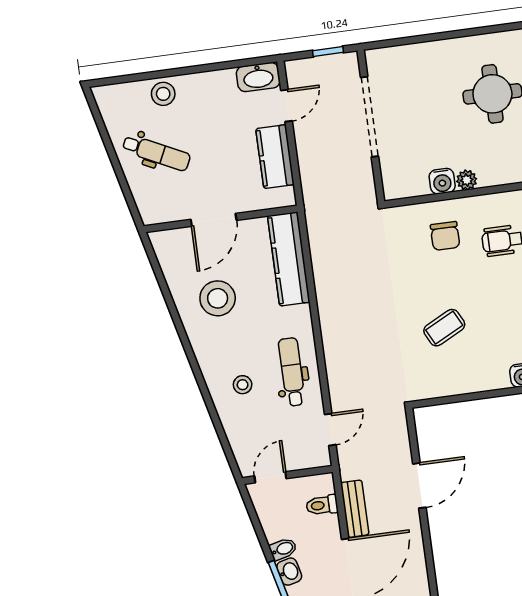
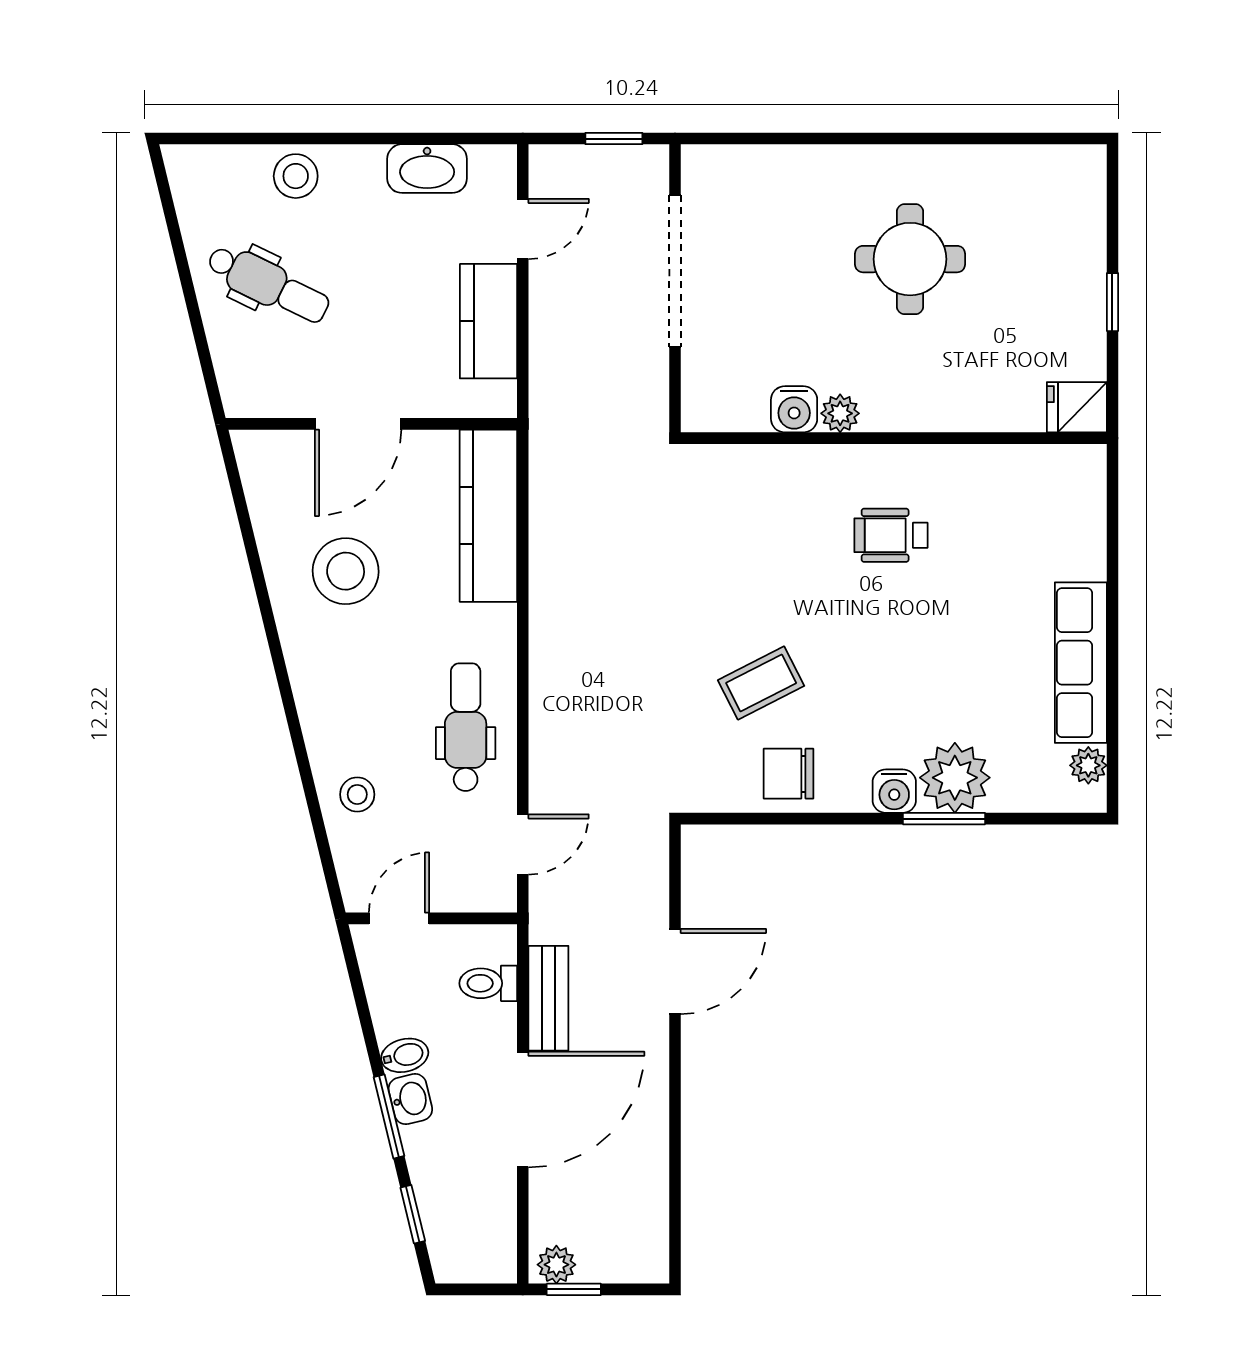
washbasin: (258, 77) -> (427, 169), moved
chair: (445, 236) -> (789, 774), moved, turned 90
stool: (243, 385) -> (357, 794), moved

